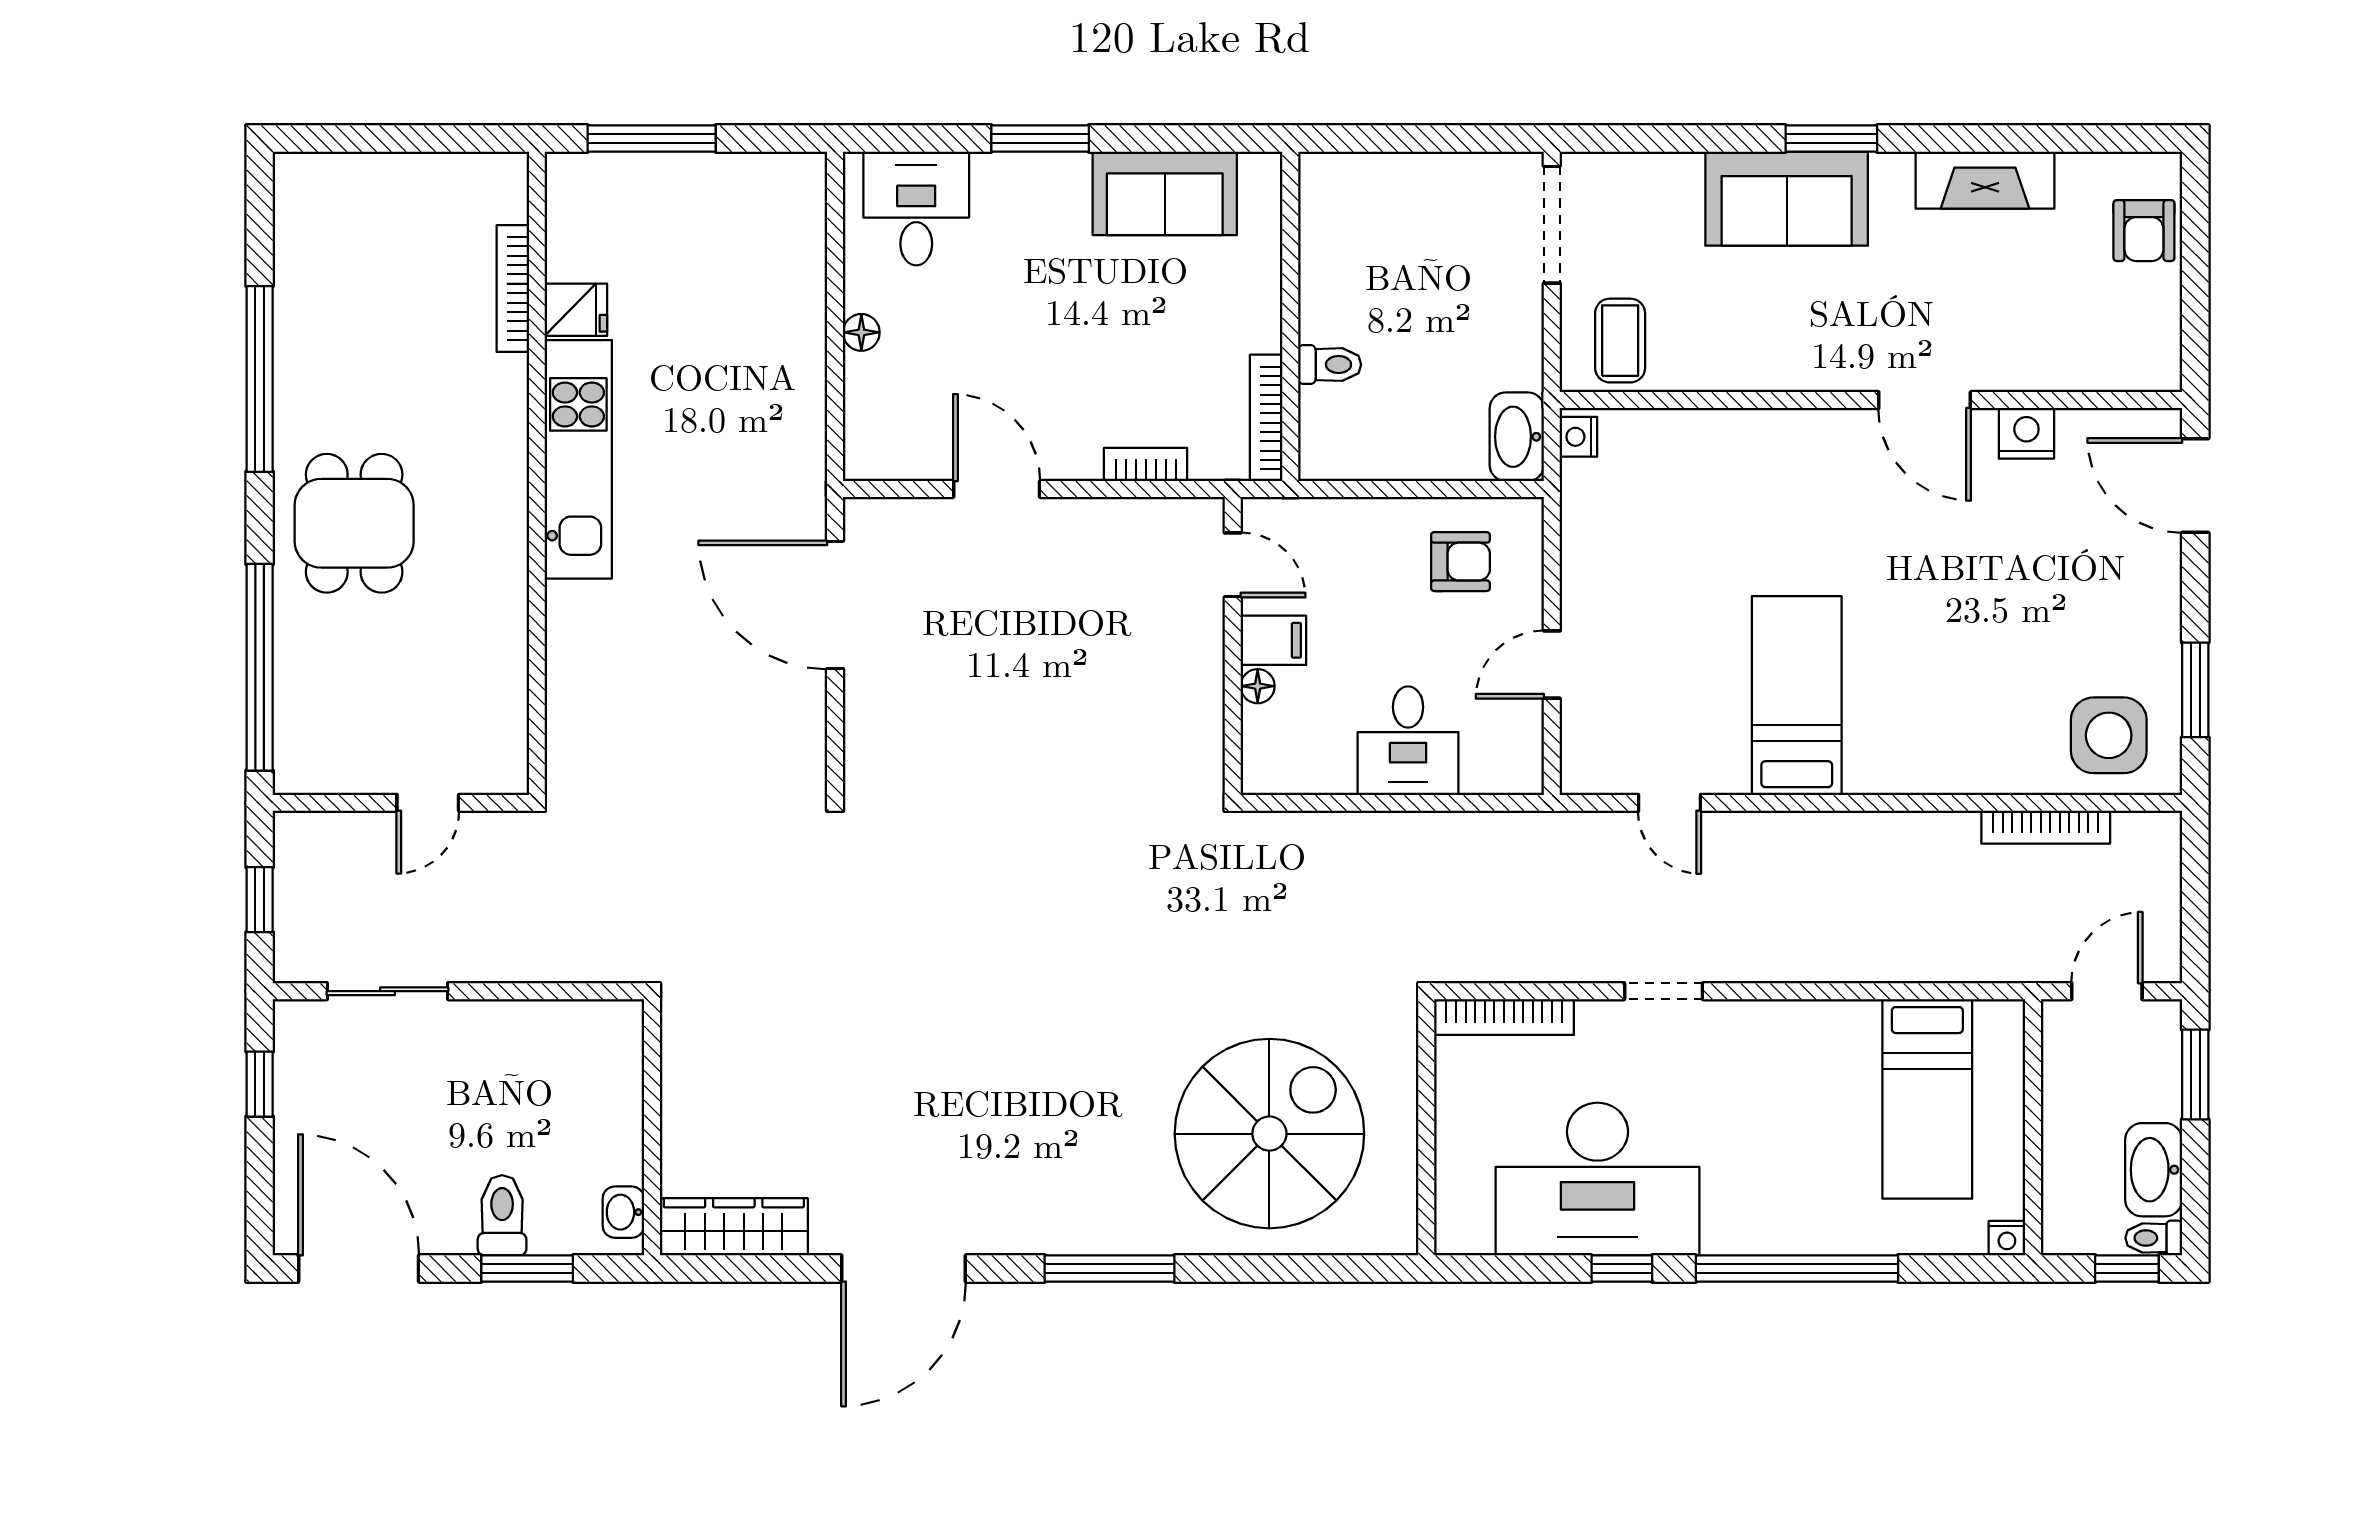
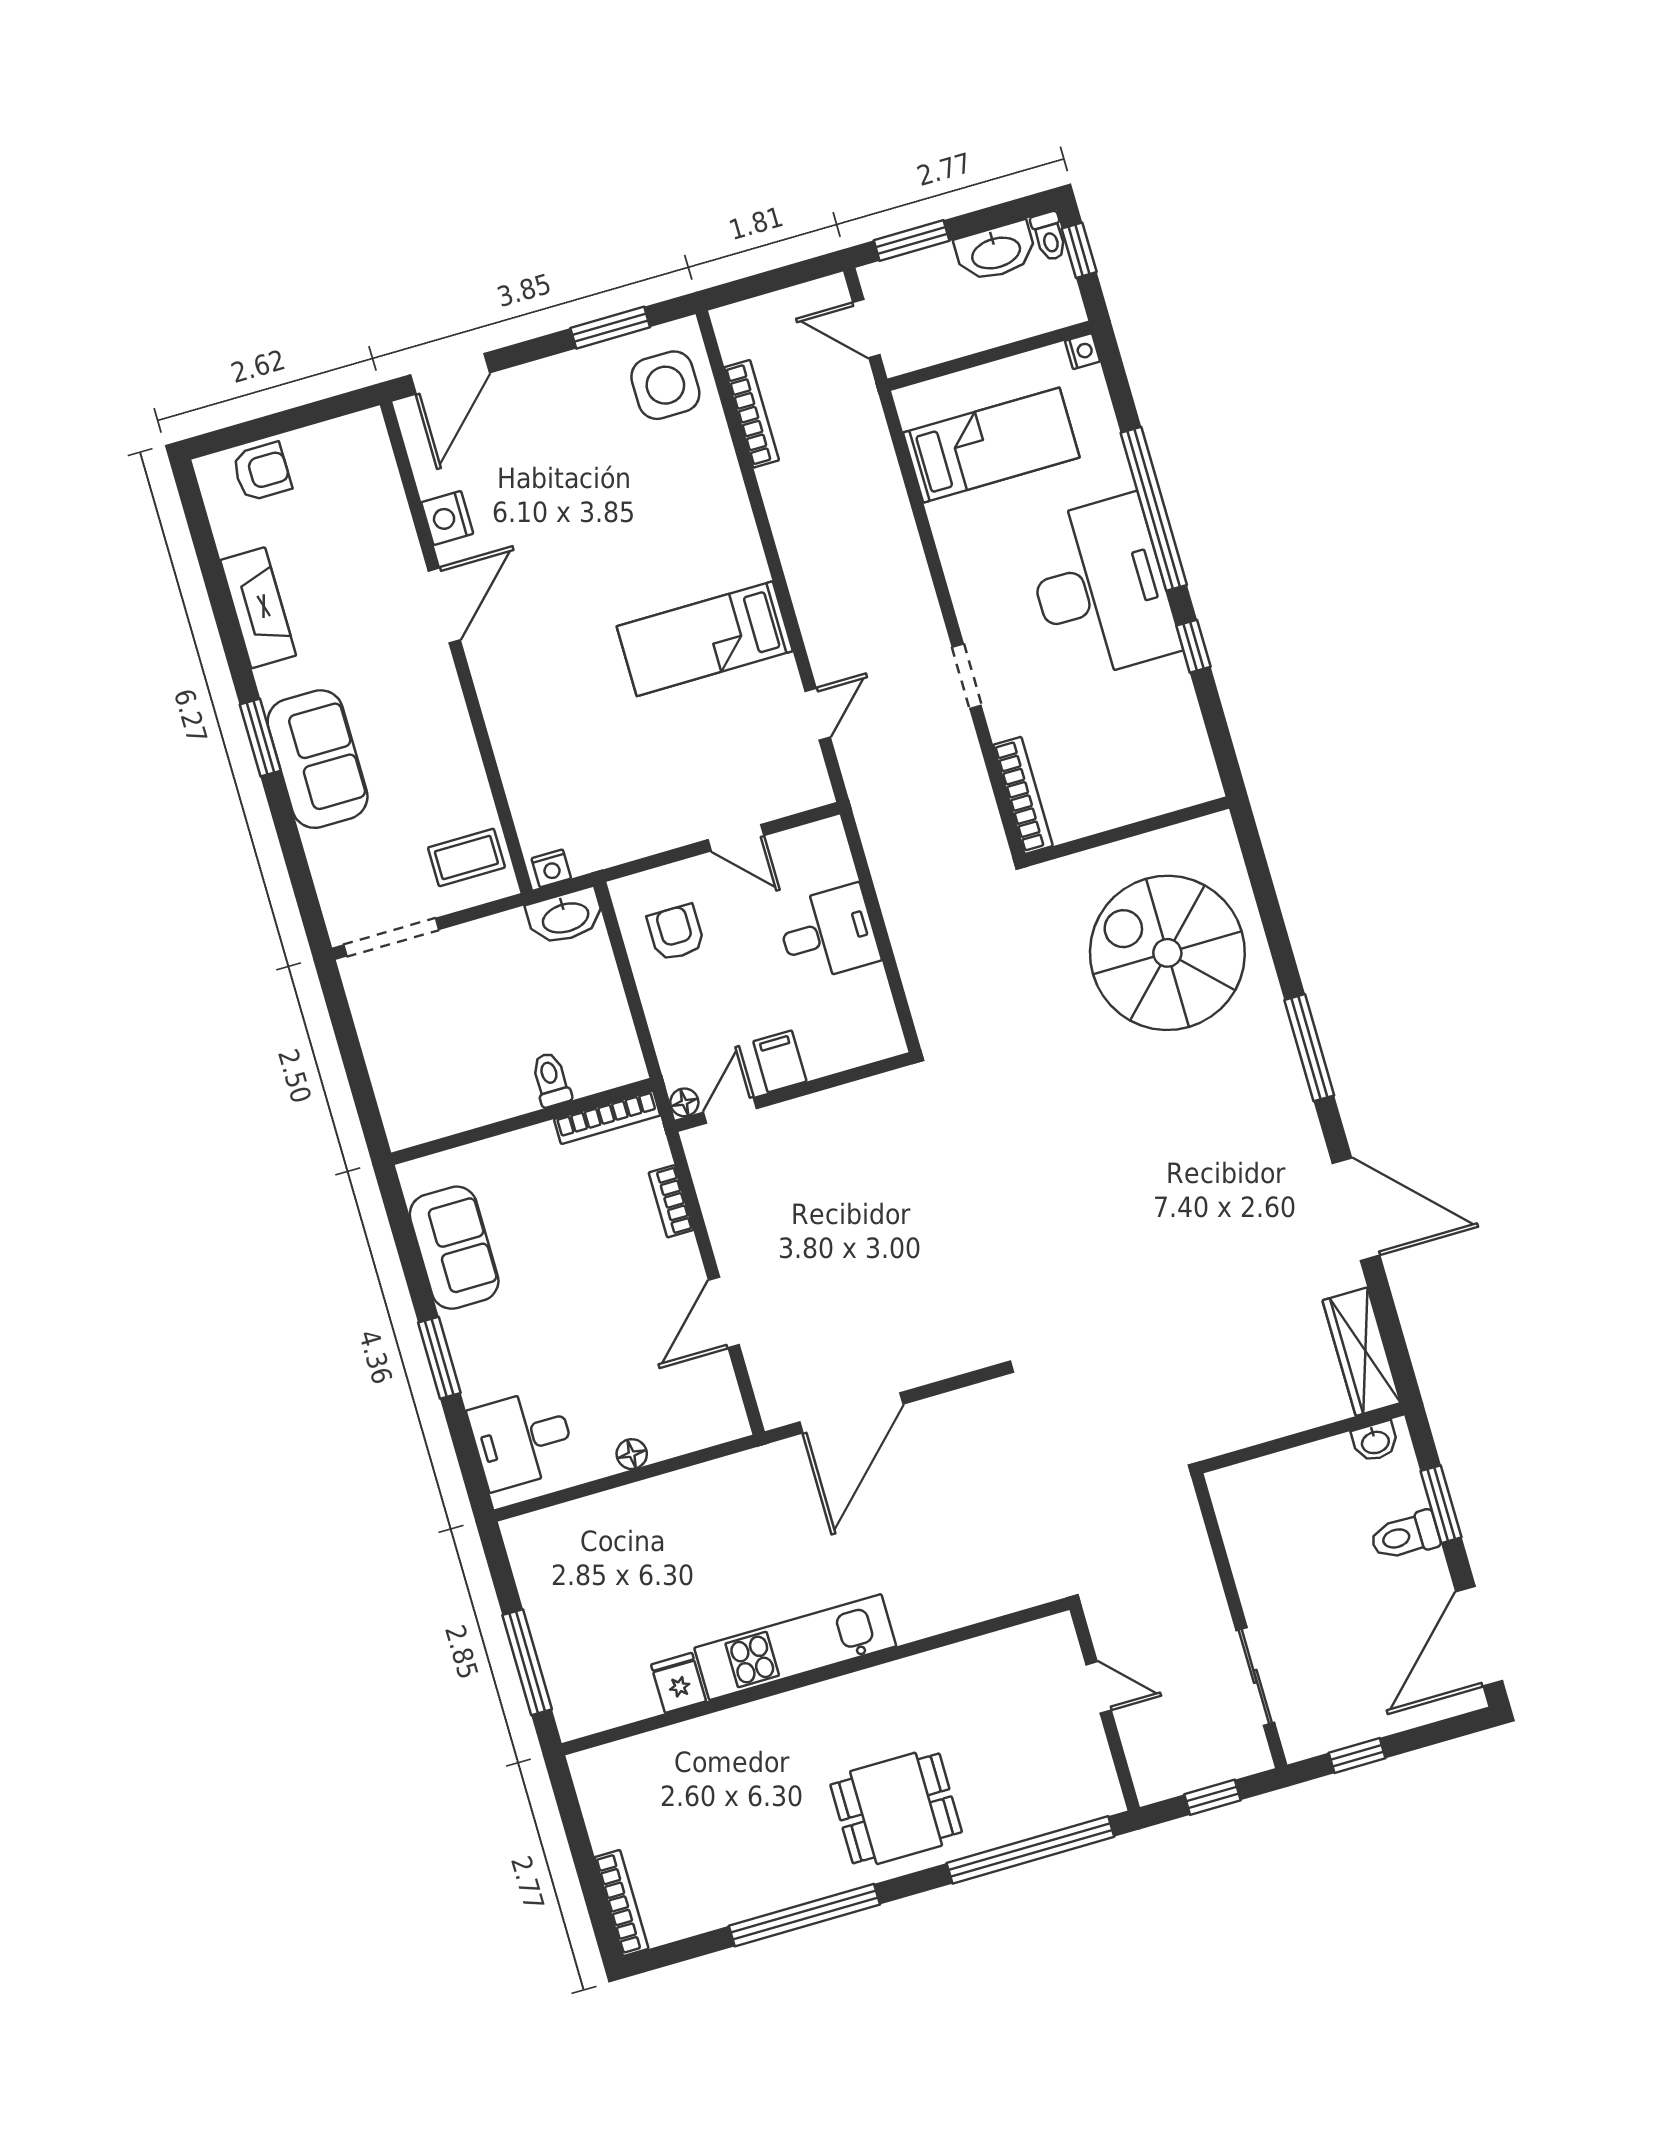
bookcase: (513, 289) -> (622, 1903), moved, turned -90
floor lamp: (1258, 686) -> (684, 1102), moved
desk: (1597, 1179) -> (1101, 588), moved

